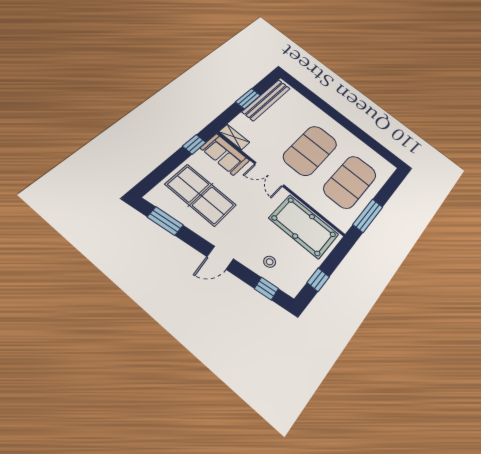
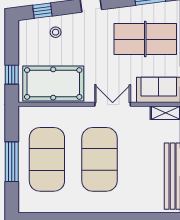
window: (368, 216) -> (12, 162), moved
window: (318, 280) -> (12, 75), moved

